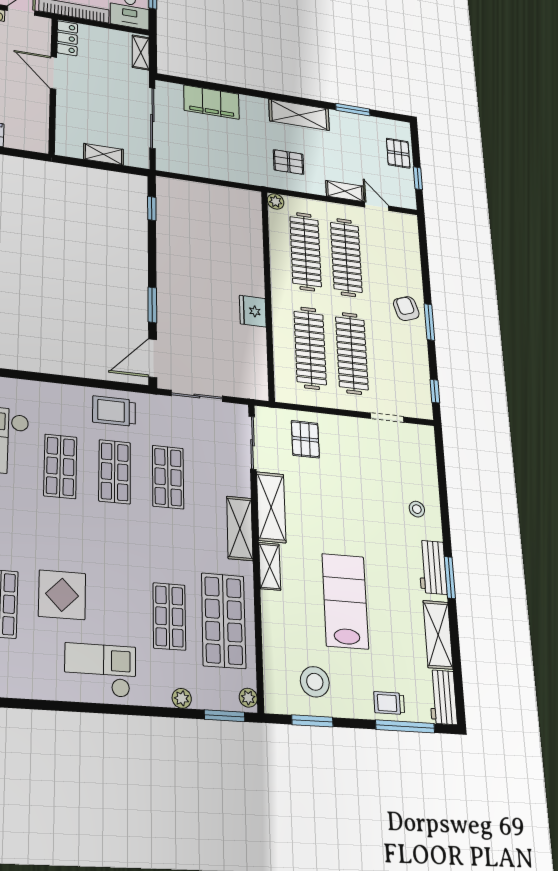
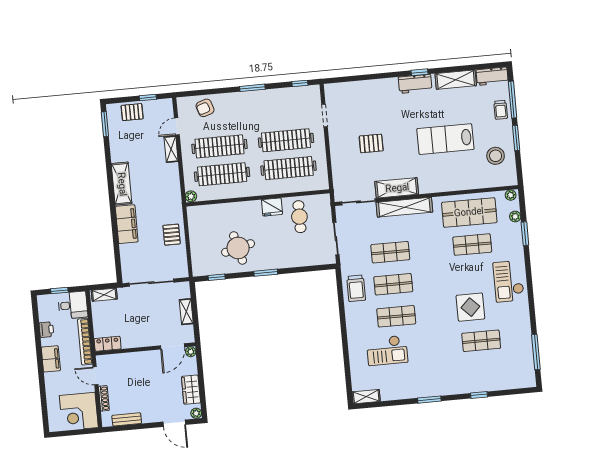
door: (53, 73) -> (172, 346), moved
filing cabinet: (212, 102) -> (127, 224), moved
window: (353, 110) -> (105, 124), moved
plant: (41, 146) -> (191, 352), added
pallet: (289, 162) -> (172, 235), moved
round table: (194, 249) -> (238, 248), added
window: (152, 305) -> (266, 273), moved
armchair: (406, 309) -> (205, 108), moved
cafe table: (235, 348) -> (299, 217), added
door: (153, 358) -> (318, 268), removed
pallet: (305, 439) -> (371, 143), moved
stool: (417, 509) -> (380, 94), removed
shelving: (240, 528) -> (404, 207), width x1.47
shelving: (270, 566) -> (433, 187), removed
window: (450, 578) -> (419, 72), width x0.67
plant: (182, 698) -> (515, 217), moved
window: (225, 716) -> (525, 234), moved
window: (312, 721) -> (516, 138), moved

